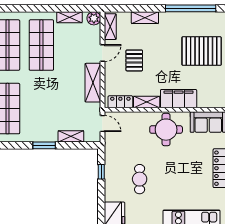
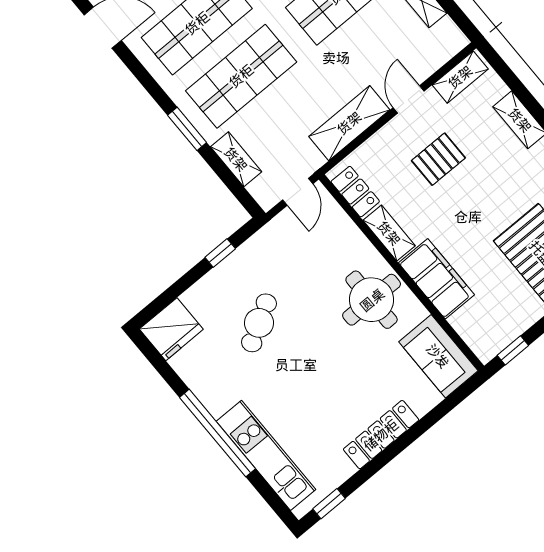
plant: (94, 18) -> (452, 40), removed
door: (102, 53) -> (409, 99), swing flipped
shop shelf: (41, 109) -> (241, 76), added
cafe table: (140, 179) -> (259, 323), turned -30

